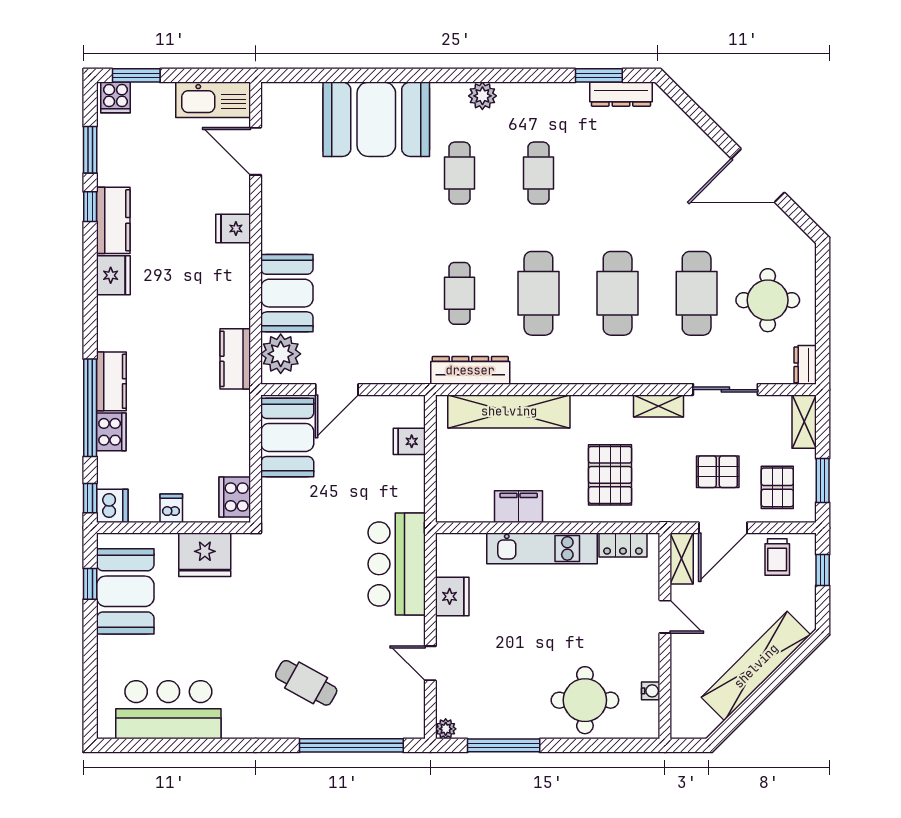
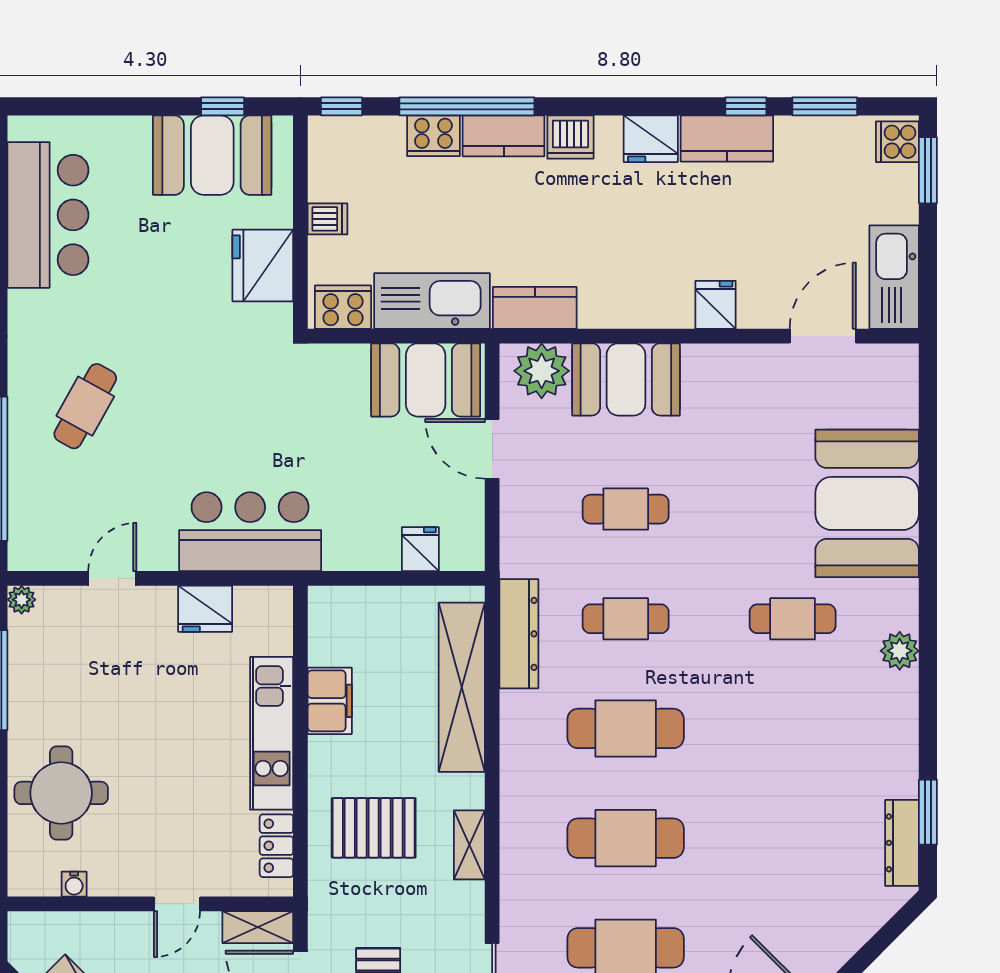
cafe table: (538, 173) -> (626, 509), moved
shelving: (658, 406) -> (469, 845), moved
kitchen sink: (230, 433) -> (432, 301), added
dishwasher: (112, 506) -> (570, 137), moved

